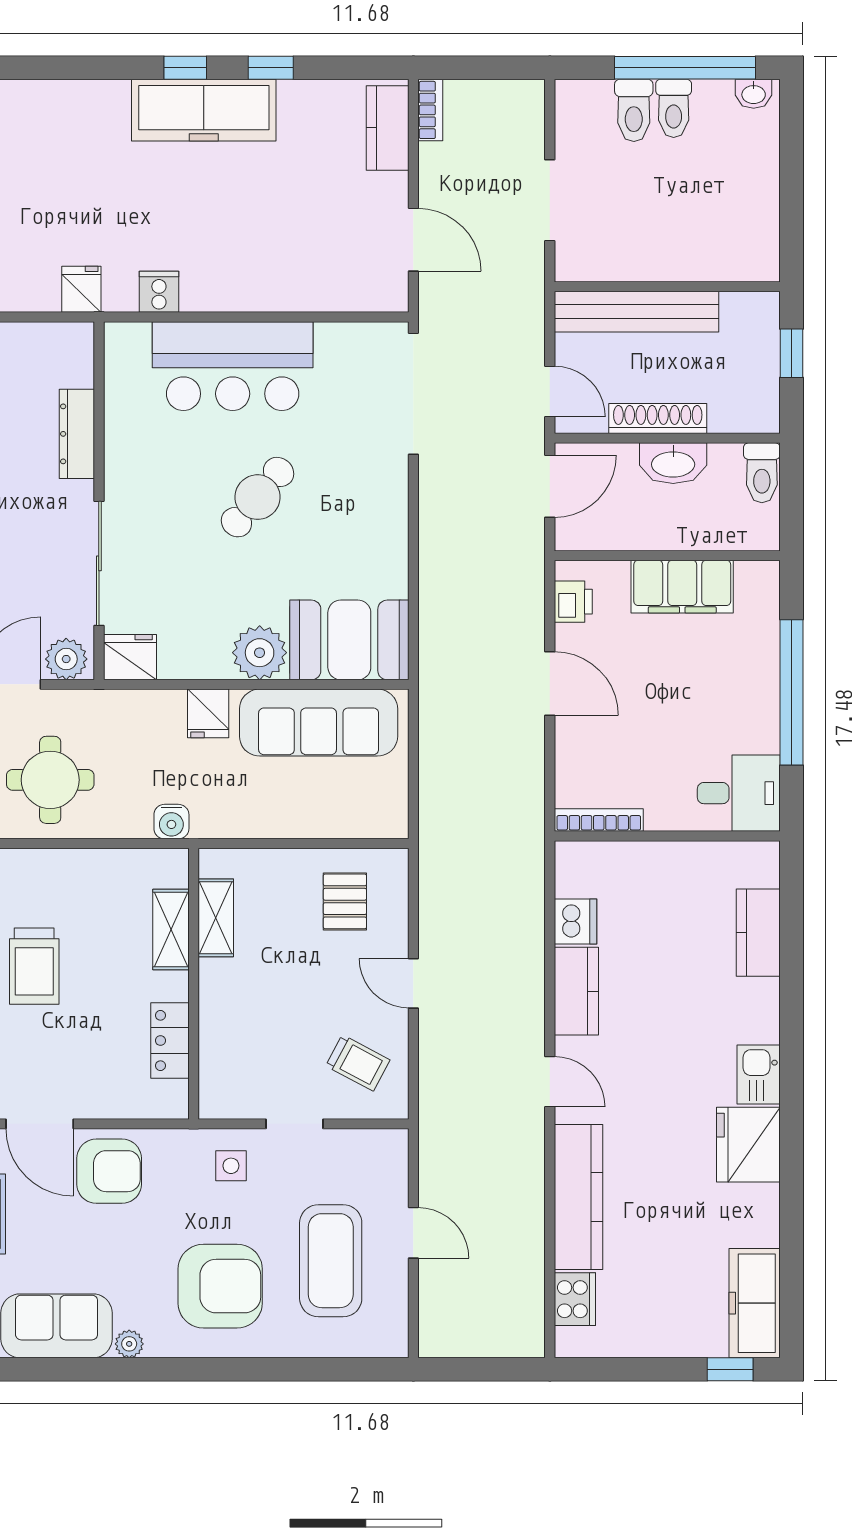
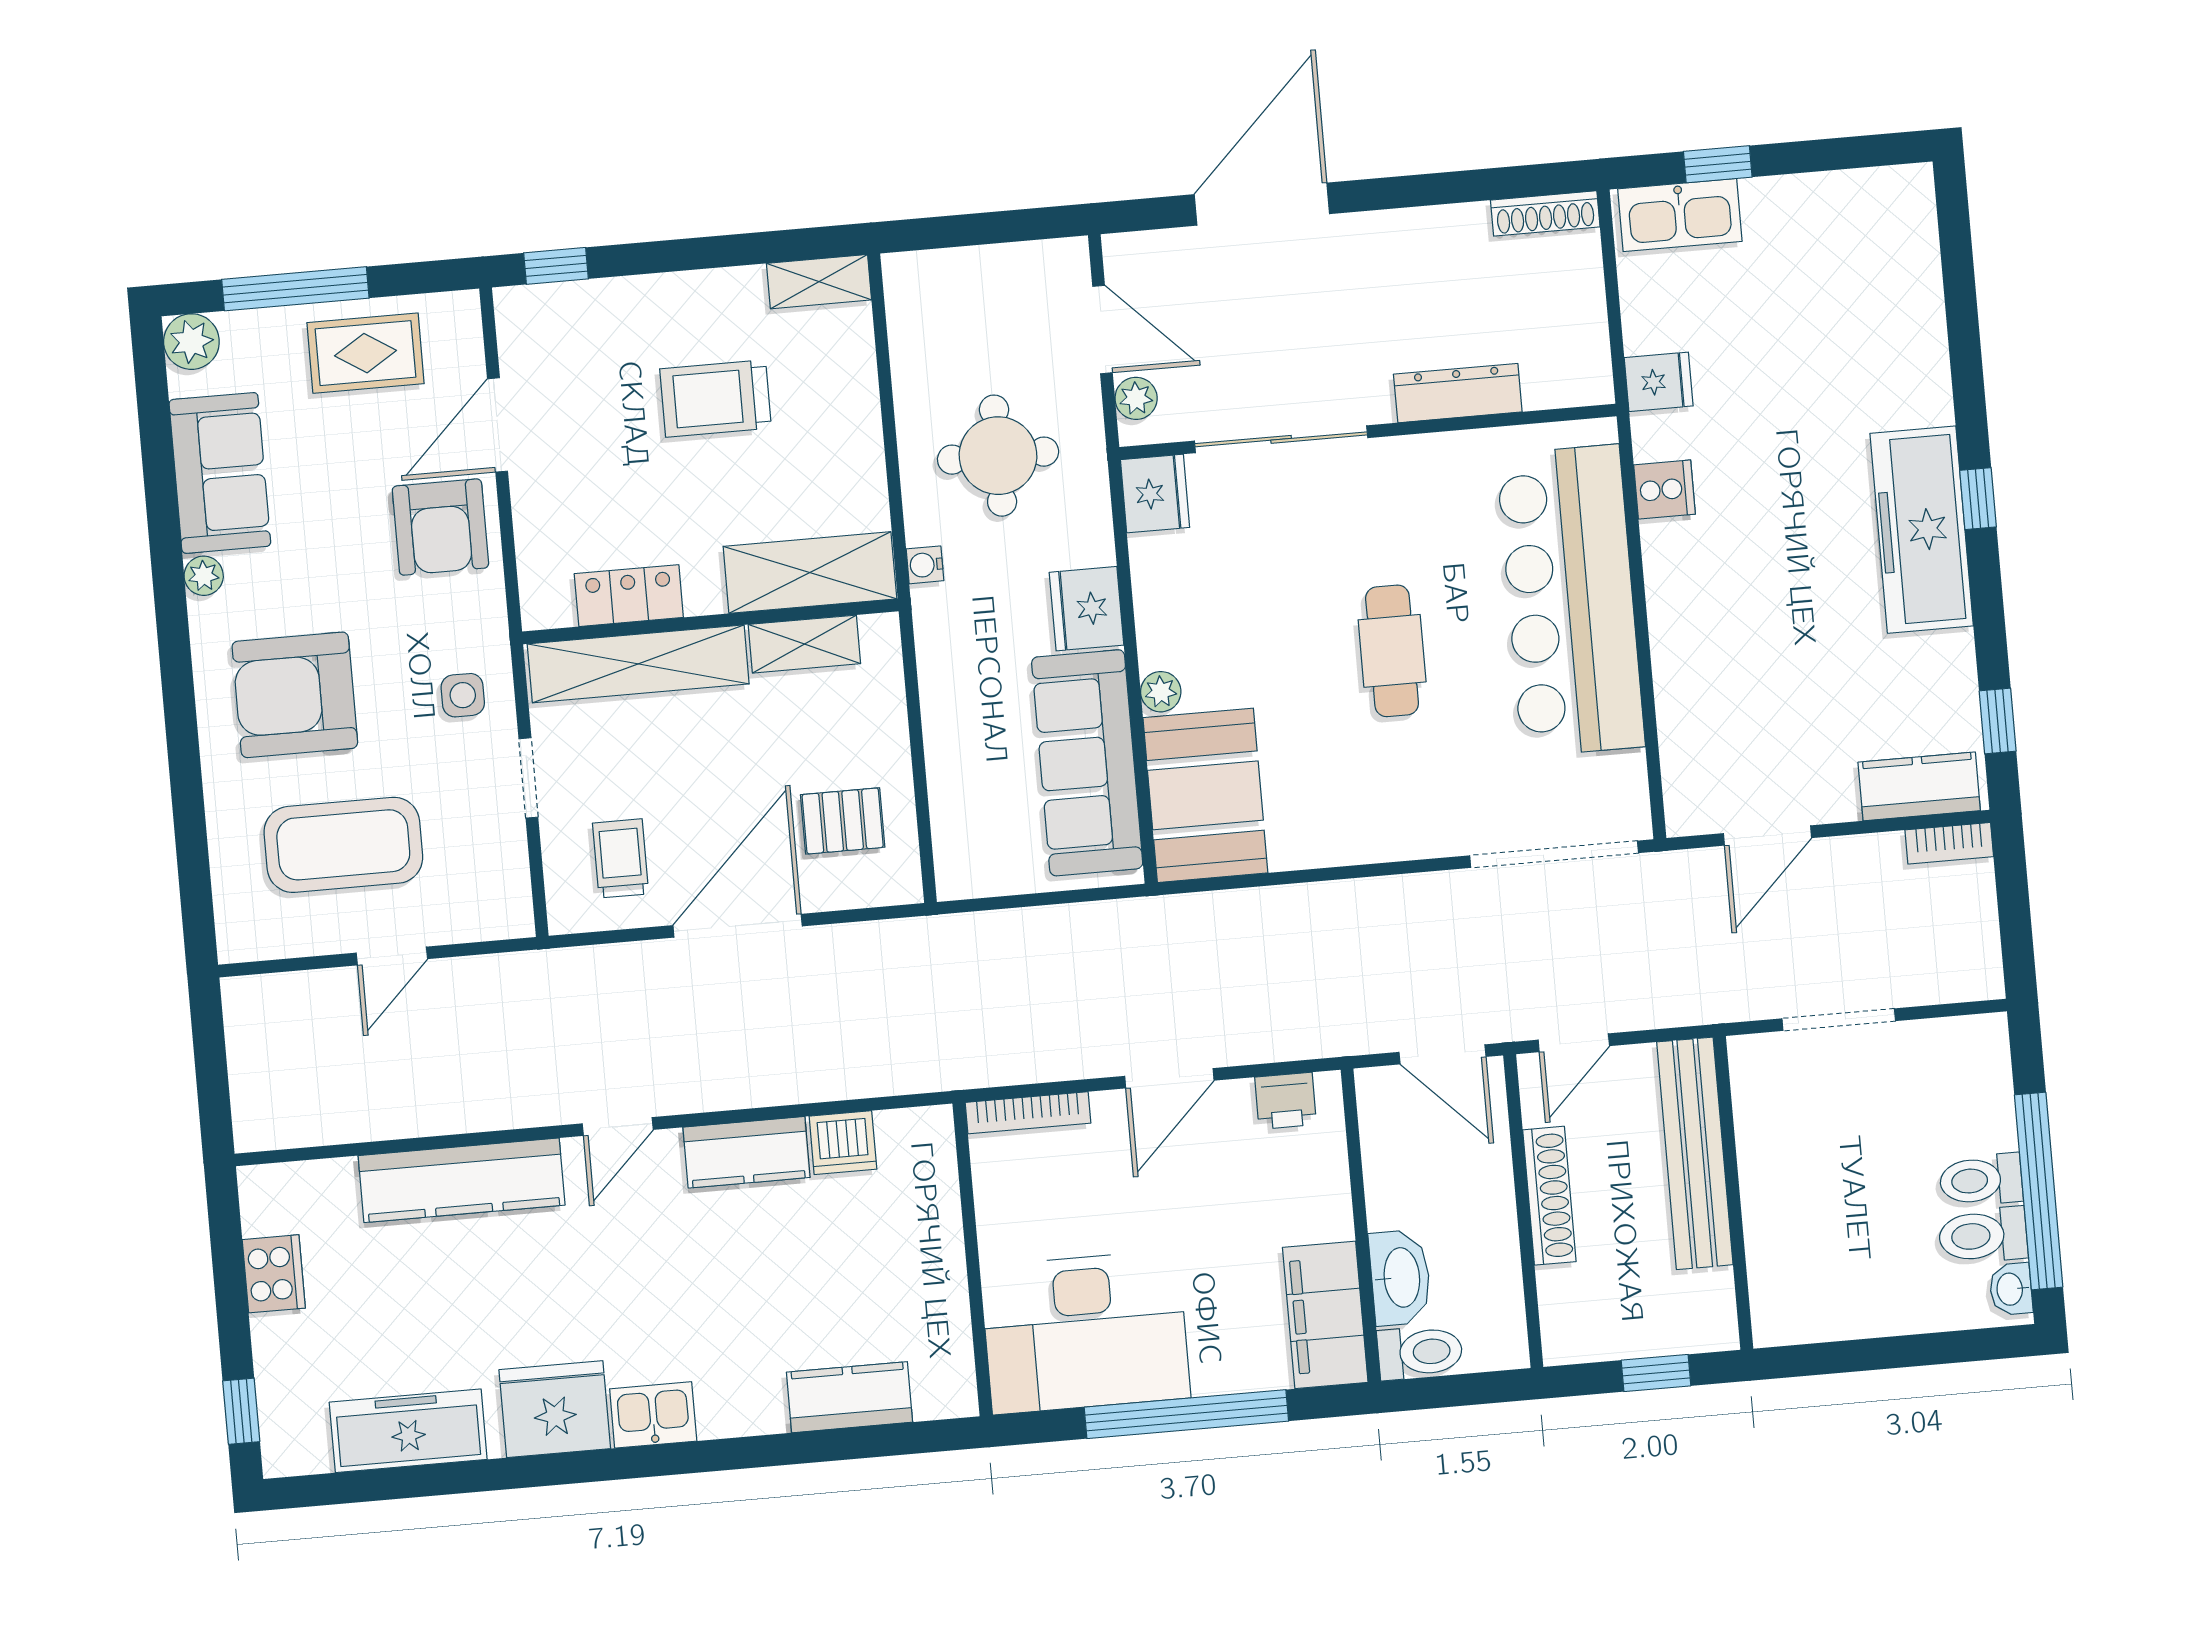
window: (271, 68) -> (1998, 721), moved
toilet: (634, 110) -> (1983, 1235), moved
bar counter: (233, 366) -> (1571, 601), width x1.36
washbasin: (673, 463) -> (1400, 1278), moved, turned 180
toilet: (762, 473) -> (1420, 1352), moved, turned 180
cafe table: (257, 497) -> (1392, 651), turned 50
filing cabinet: (682, 587) -> (1325, 1315), moved
plant: (260, 653) -> (1161, 692), width x0.53, depth x0.53
plant: (66, 659) -> (1136, 398), width x0.73, depth x0.73
fridge: (208, 713) -> (1086, 609), width x1.38
round table: (50, 780) -> (998, 456), moved
desk: (739, 793) -> (1085, 1332), width x1.87, depth x1.30
bookcase: (599, 820) -> (1028, 1113), moved, turned 90
water cooler: (171, 822) -> (925, 565), width x0.72, depth x0.72
shelving: (171, 930) -> (810, 573), width x1.50, depth x1.33
door: (413, 983) -> (738, 926), width x1.87
shelving: (220, 1038) -> (638, 664), added
trolley: (358, 1063) -> (621, 858), turned 152
armchair: (220, 1286) -> (295, 695), turned 90
cooker: (575, 1299) -> (274, 1274), moved, turned -90
freezer: (755, 1303) -> (408, 1431), moved

